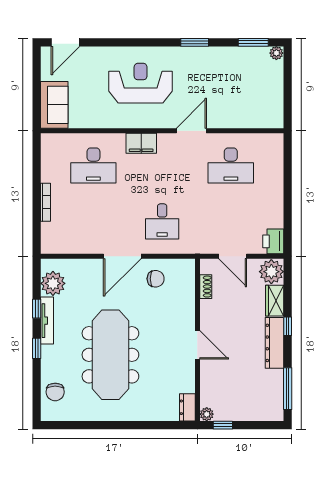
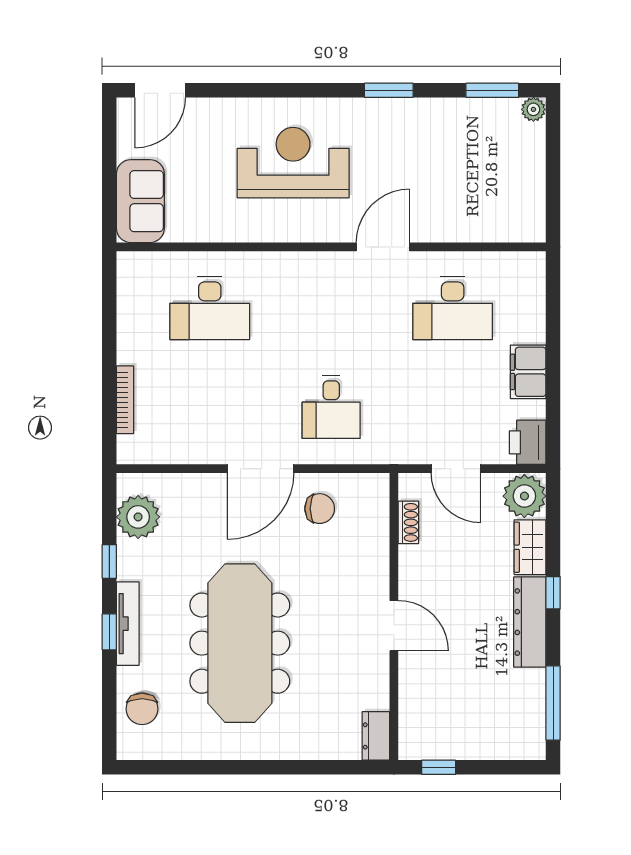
filing cabinet: (141, 143) -> (528, 372), moved, turned 90
bookcase: (46, 202) -> (125, 400), moved
tv unit: (47, 321) -> (128, 624), moved
plant: (207, 414) -> (410, 748), removed

